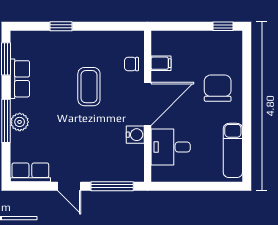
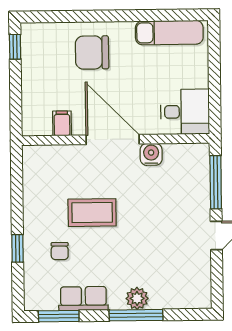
chair: (132, 64) -> (60, 251), moved
desk: (171, 147) -> (185, 112), moved, turned -90
row of seats: (30, 172) -> (200, 284), removed

